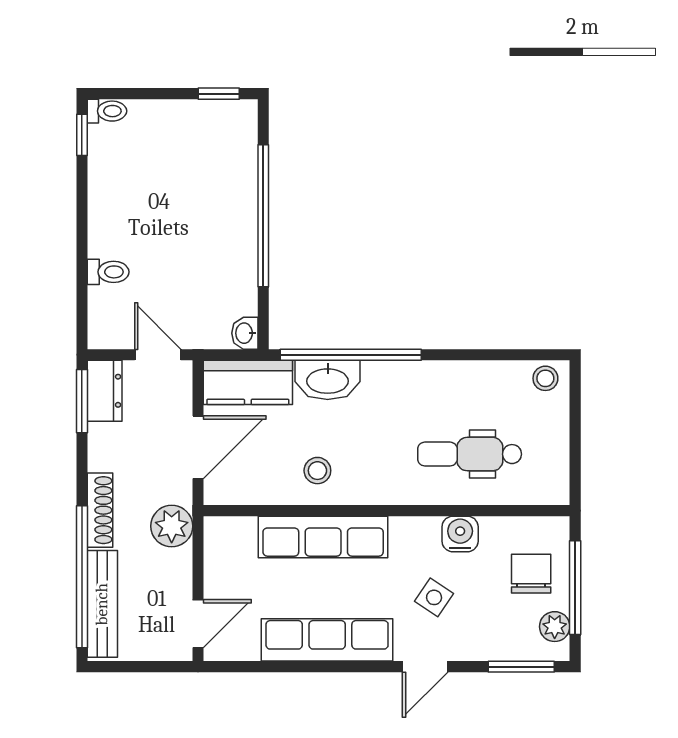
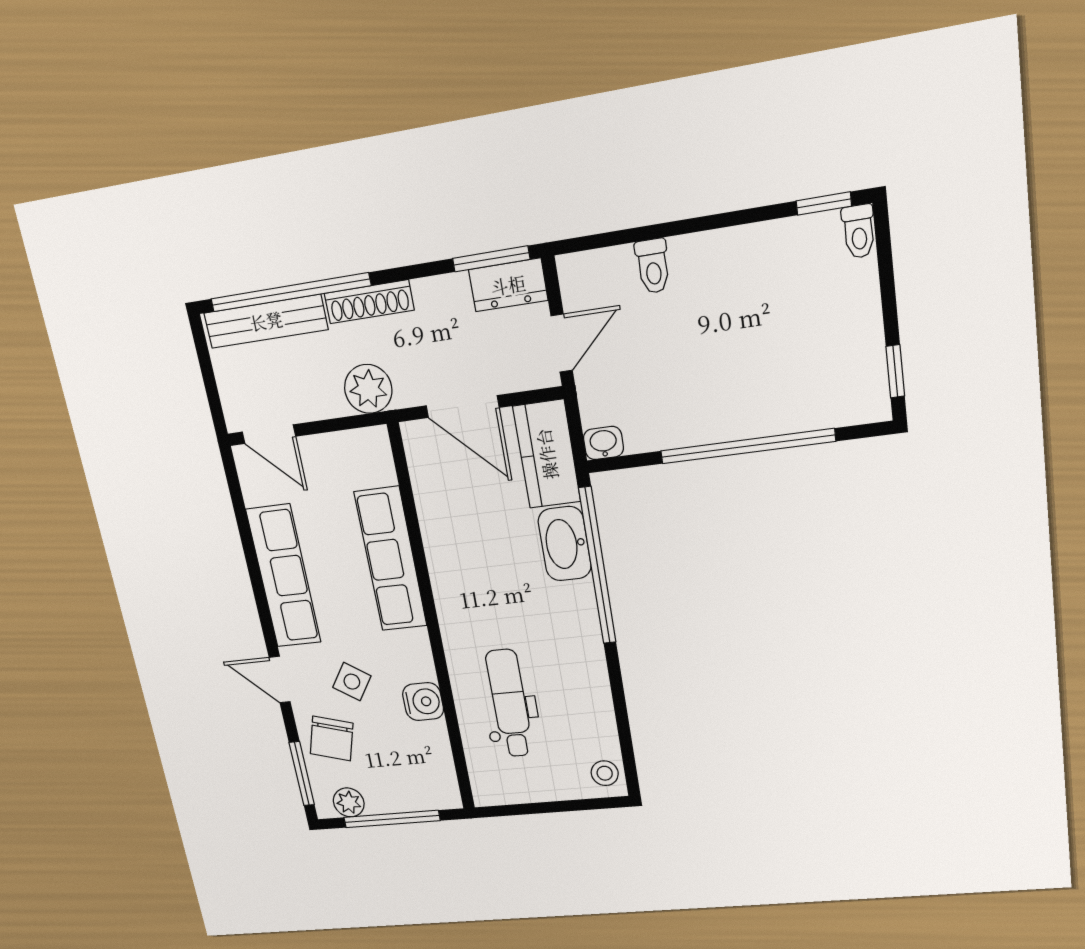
stool: (317, 471) -> (462, 545), removed
chair: (531, 574) -> (332, 739), moved, turned 106

